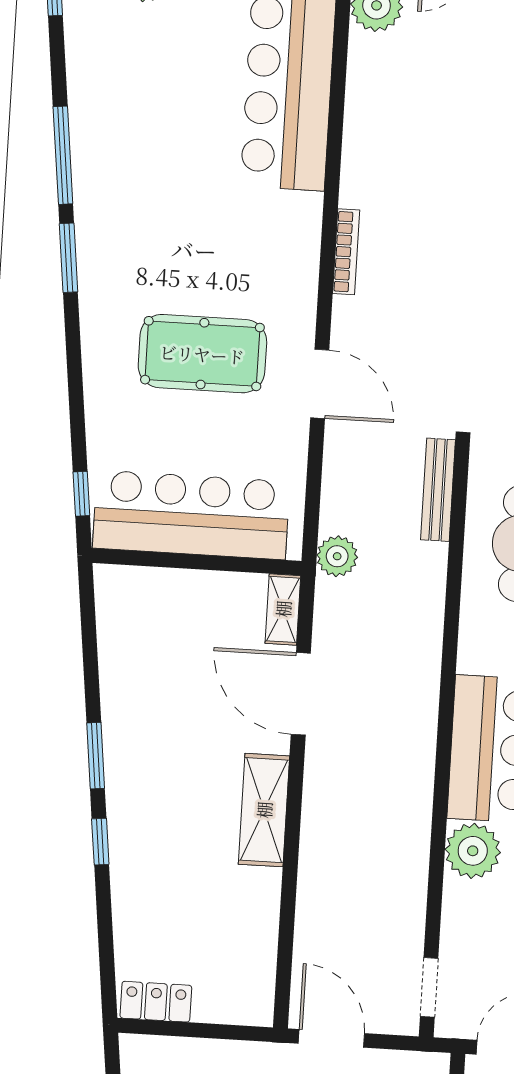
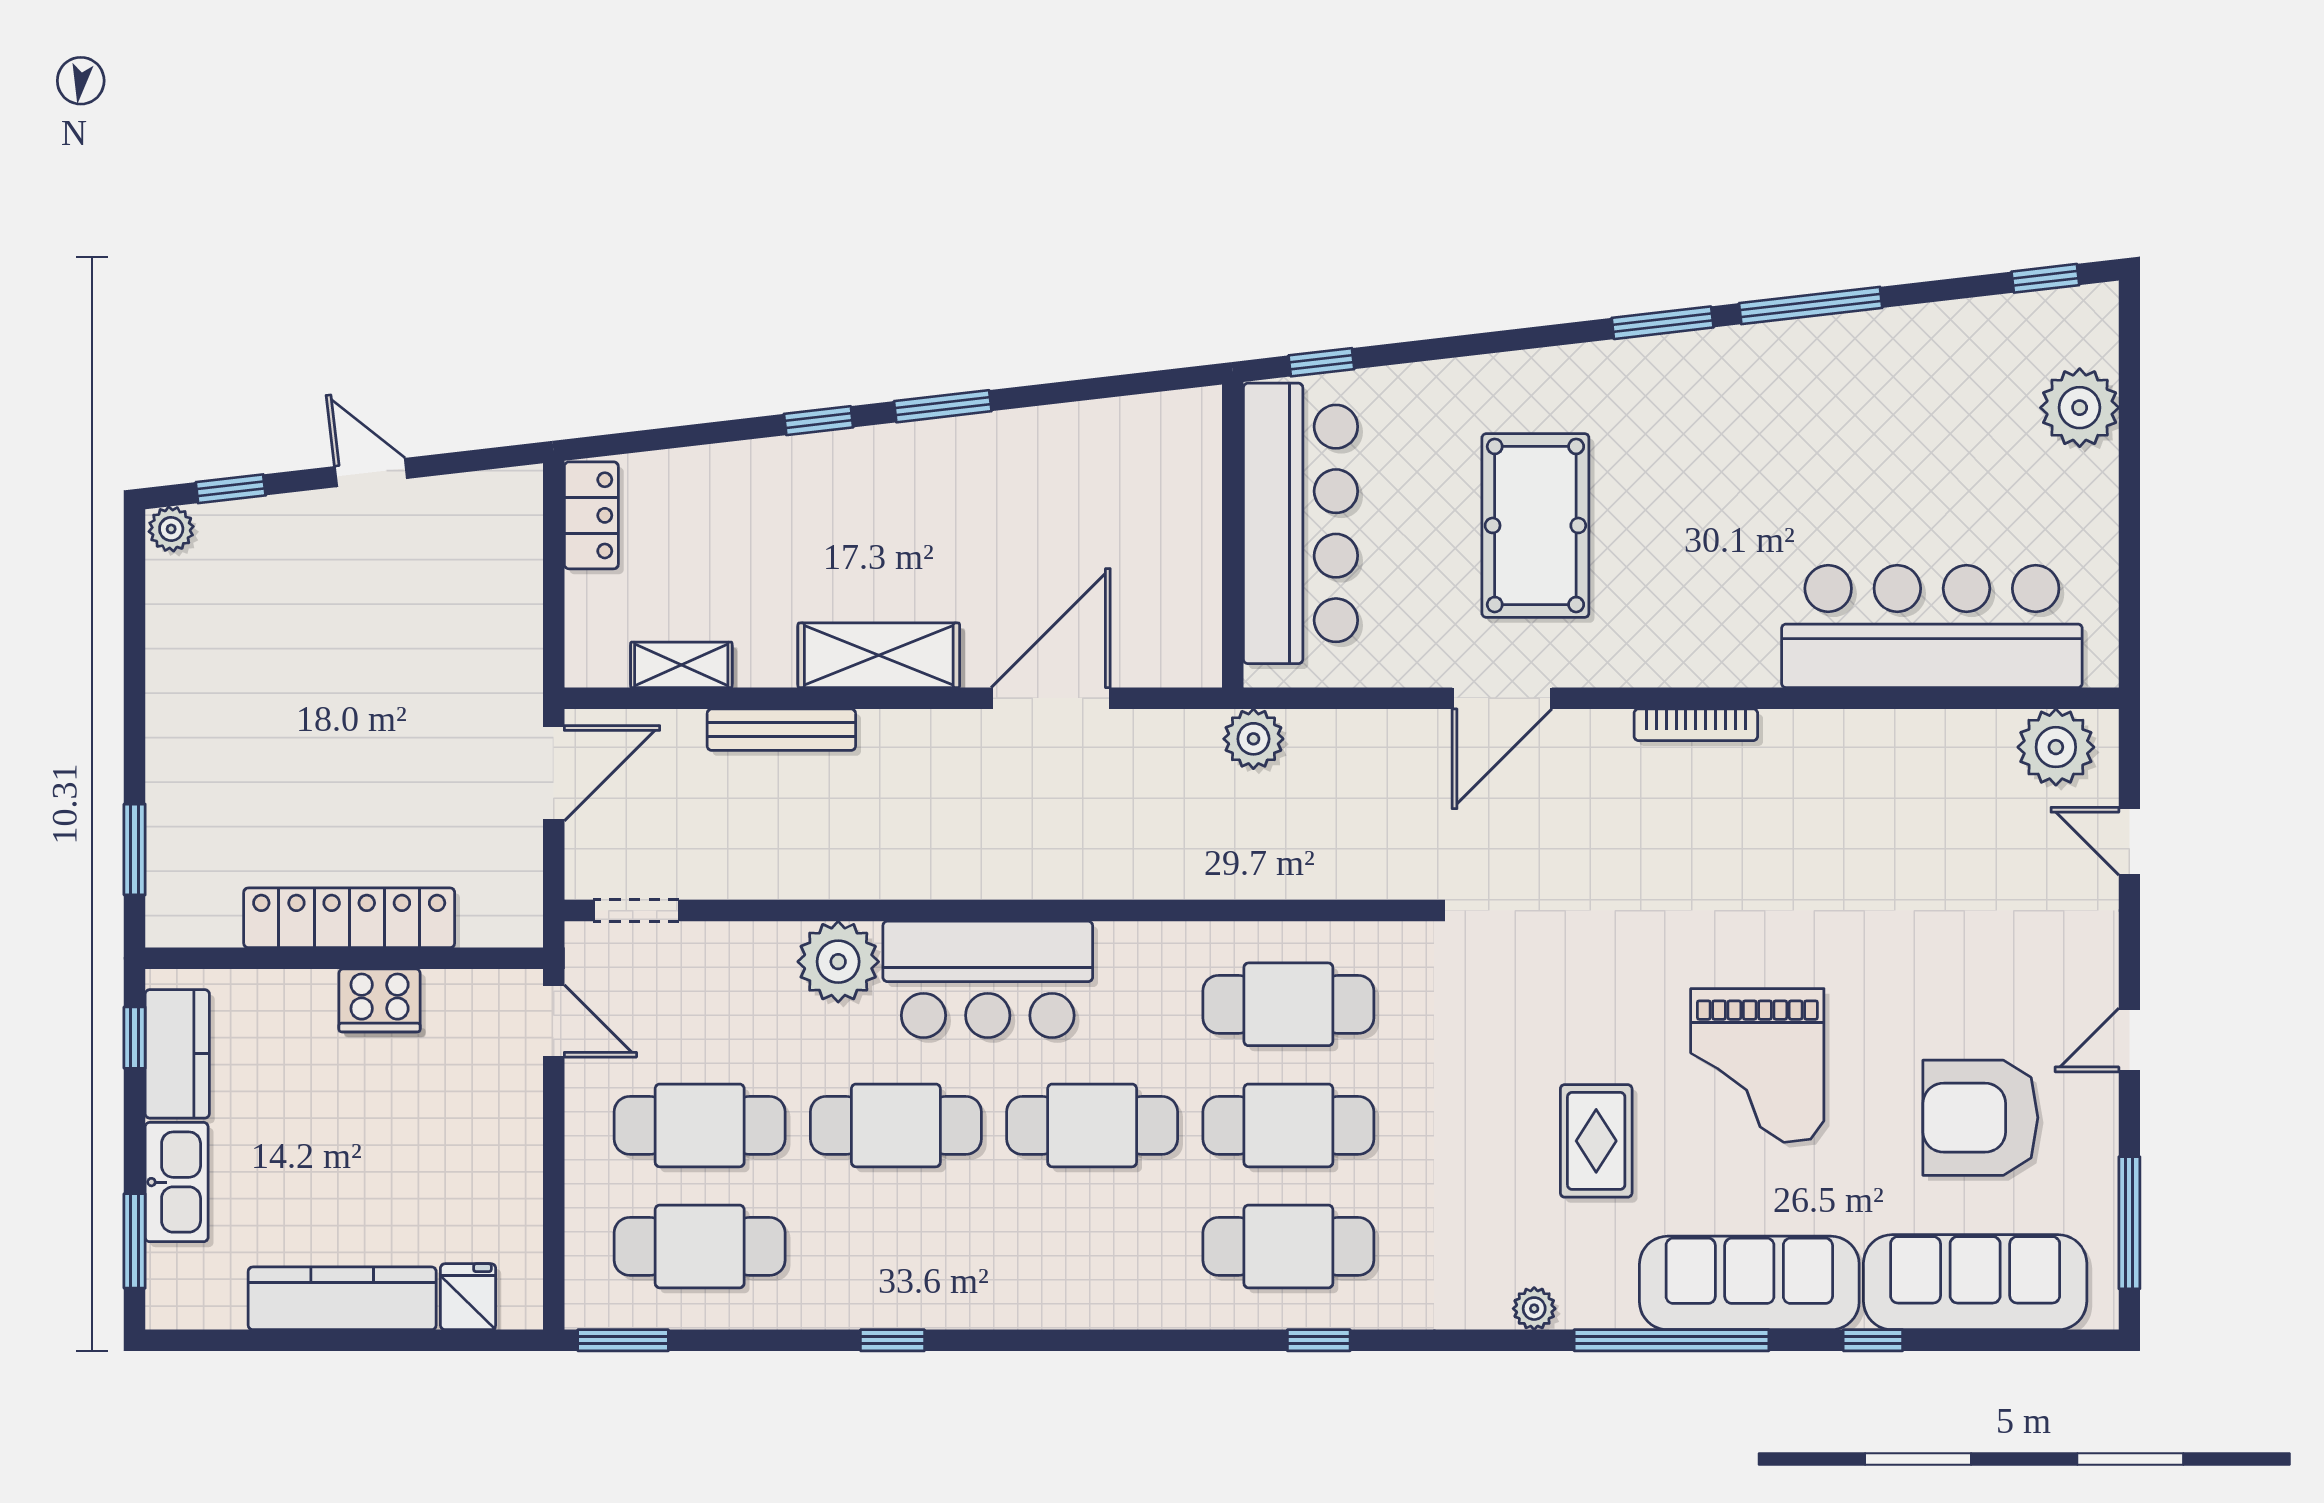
bench: (438, 490) -> (781, 730), moved
shelving: (283, 609) -> (681, 665), moved

